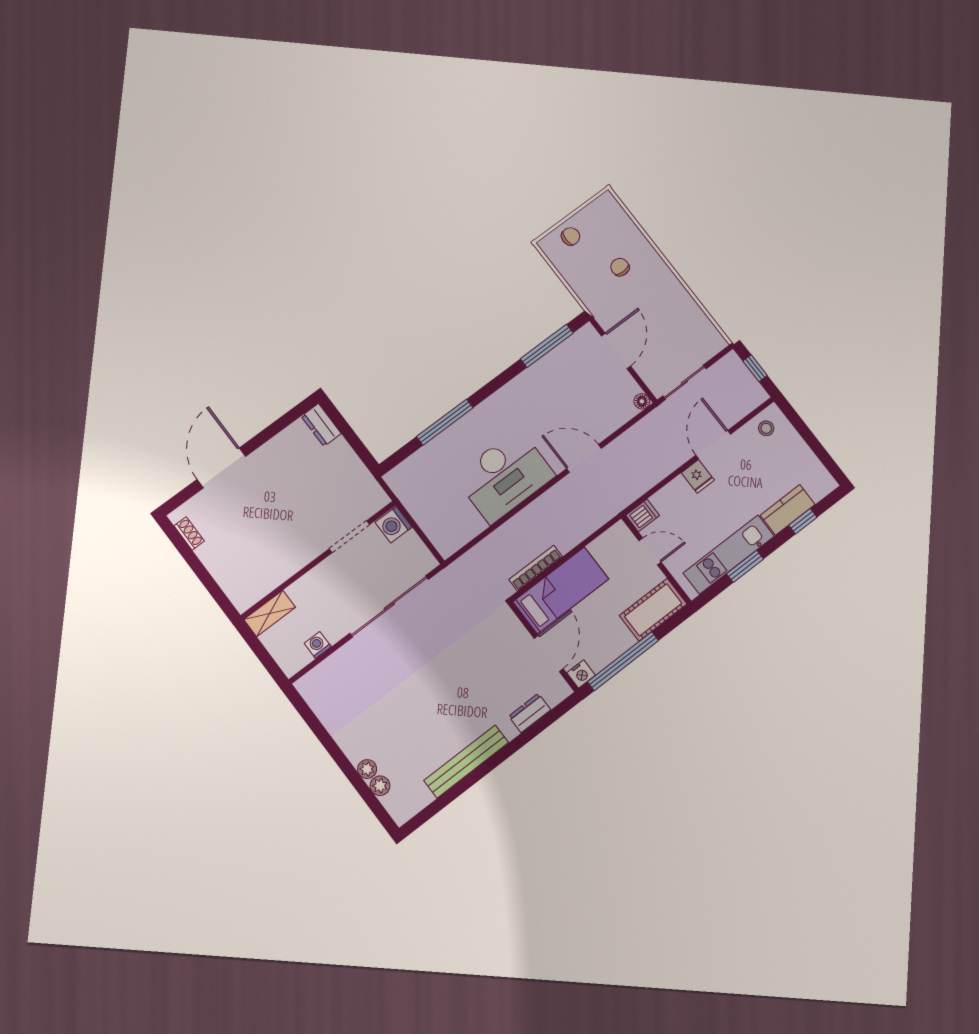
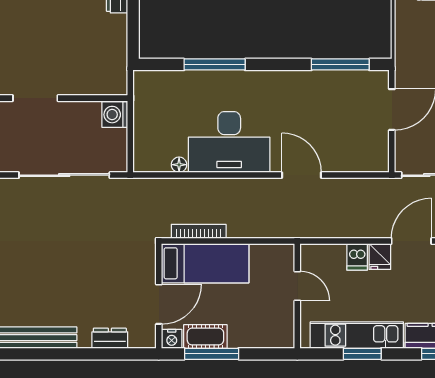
floor lamp: (642, 401) -> (179, 165), moved
dishwasher: (643, 515) -> (357, 257), moved, turned 90
doorway: (349, 537) -> (35, 98), moved
cot: (653, 610) -> (205, 337), moved, width x0.73, depth x0.75
window: (623, 661) -> (212, 354), width x0.68

